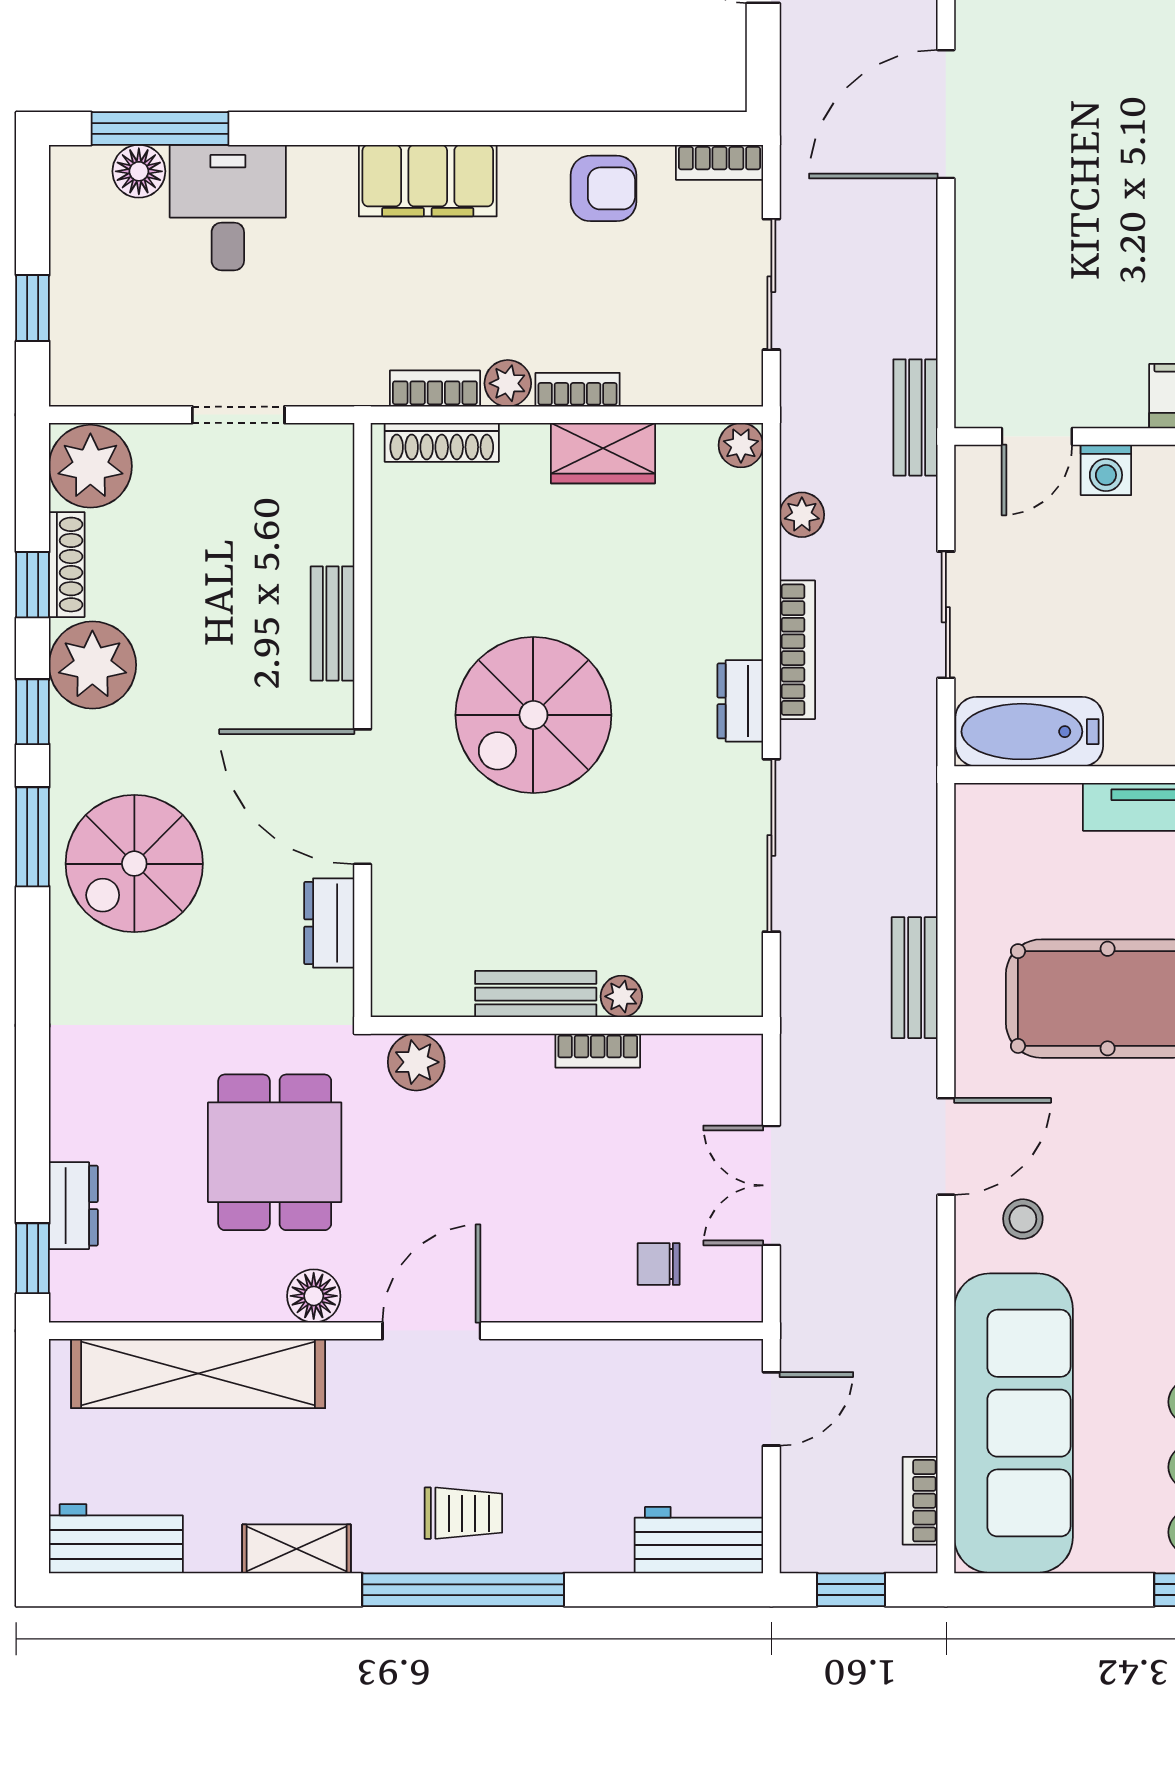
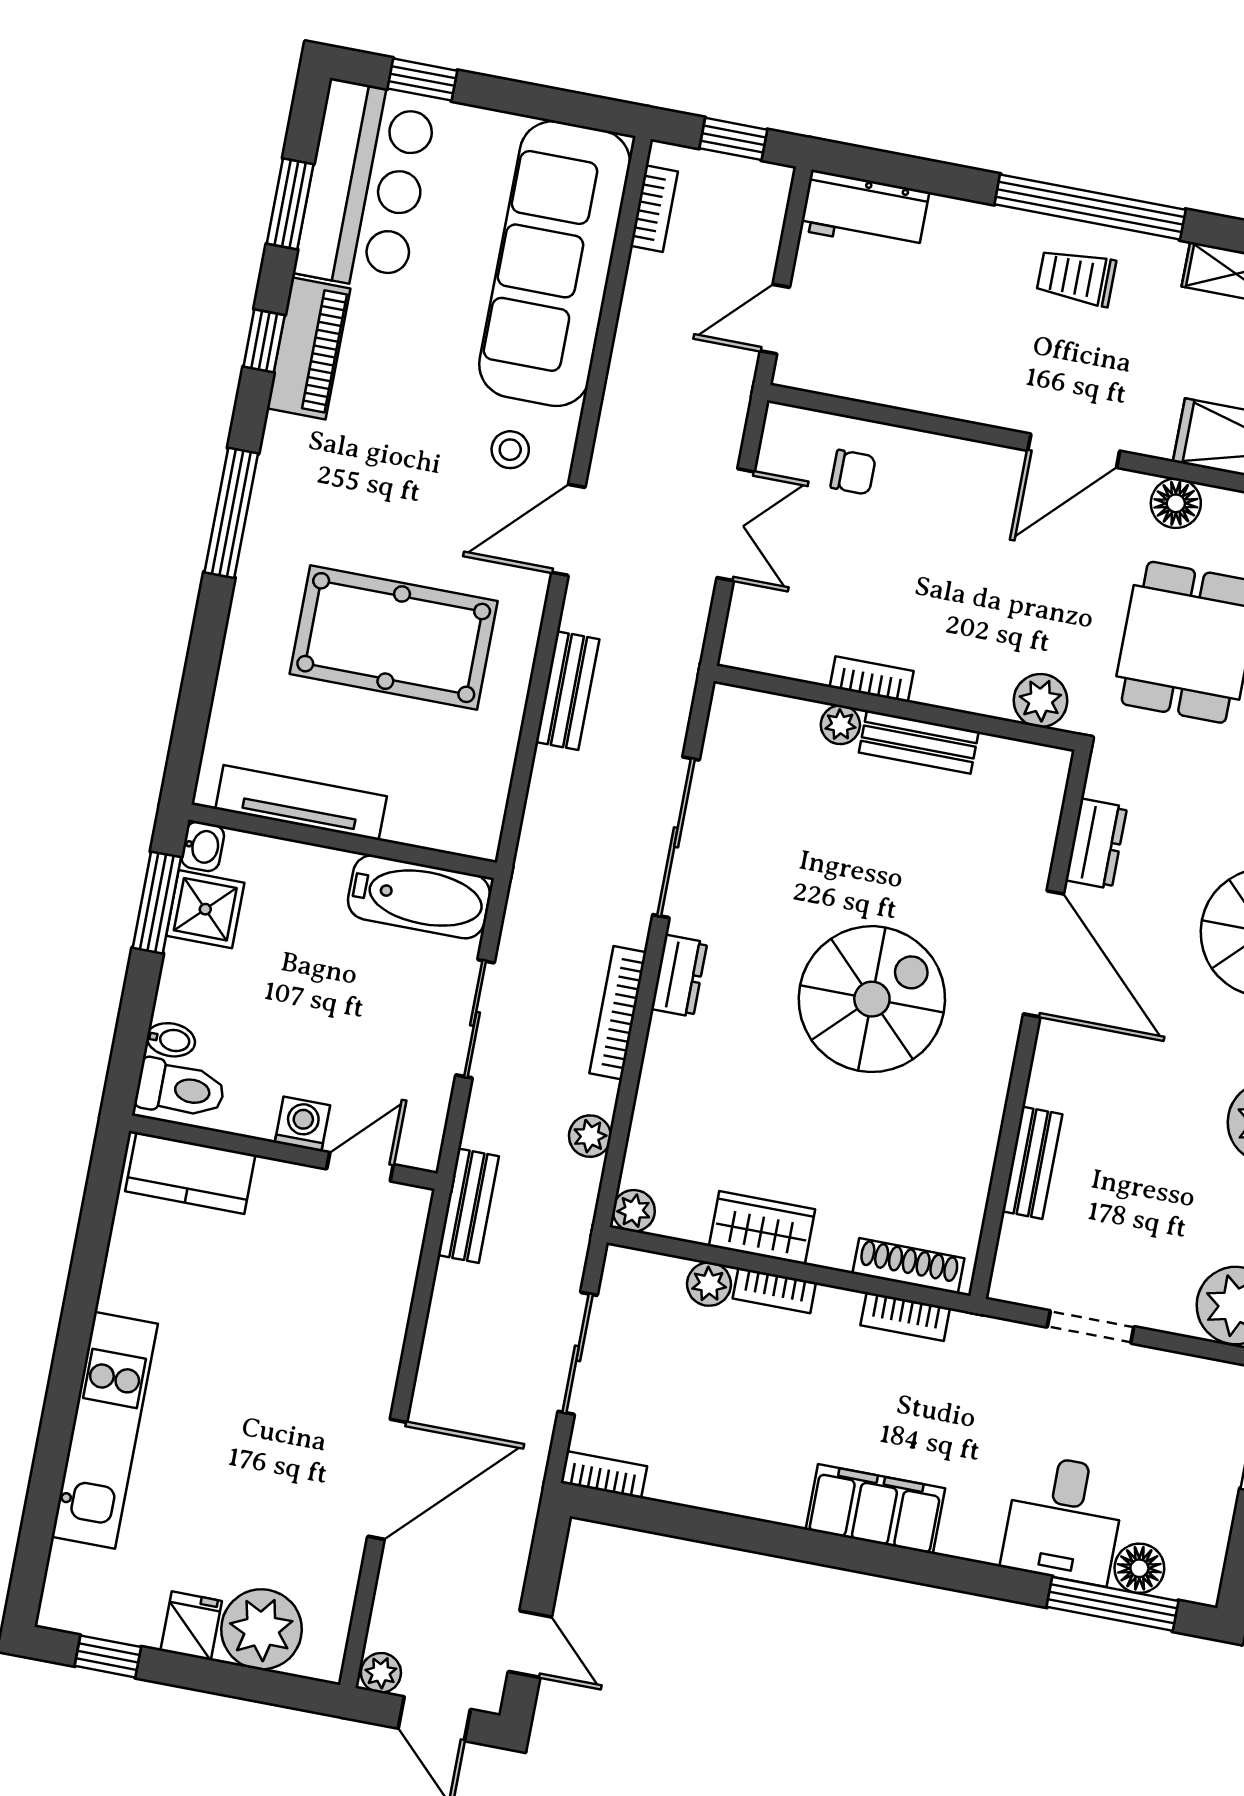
armchair: (604, 188) -> (715, 1471), removed
plant: (508, 383) -> (709, 1284), moved
bench: (332, 623) -> (1032, 1163), moved

